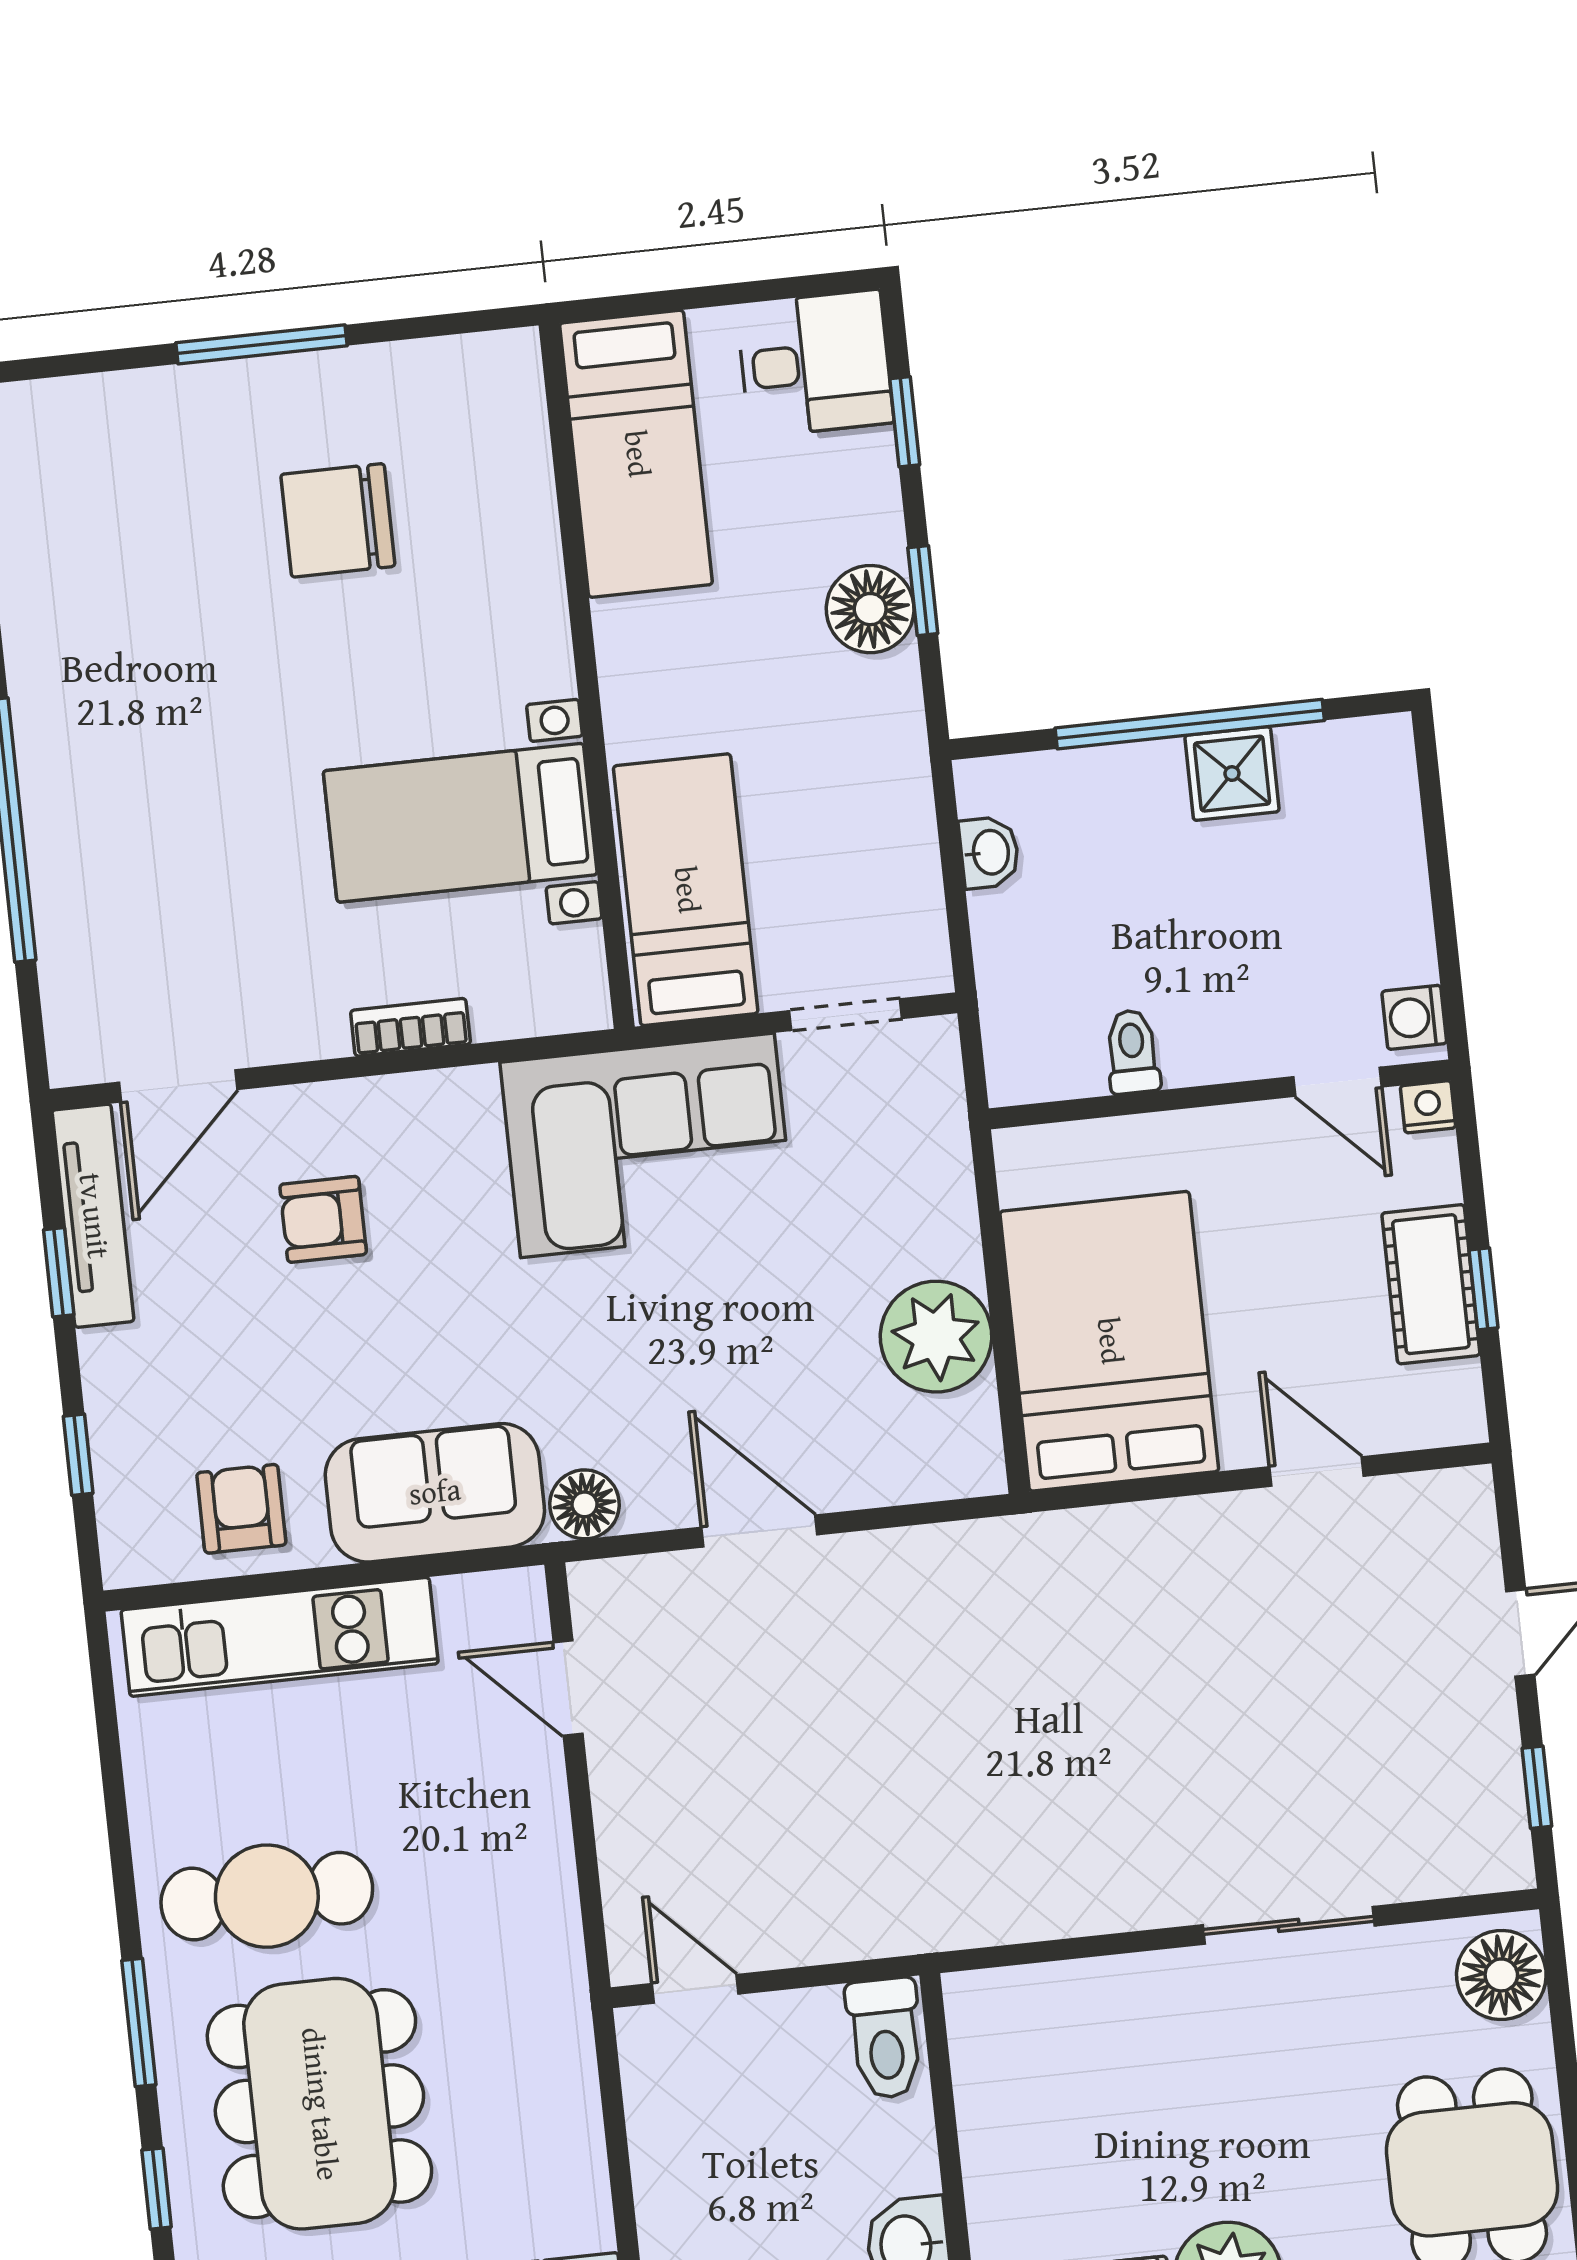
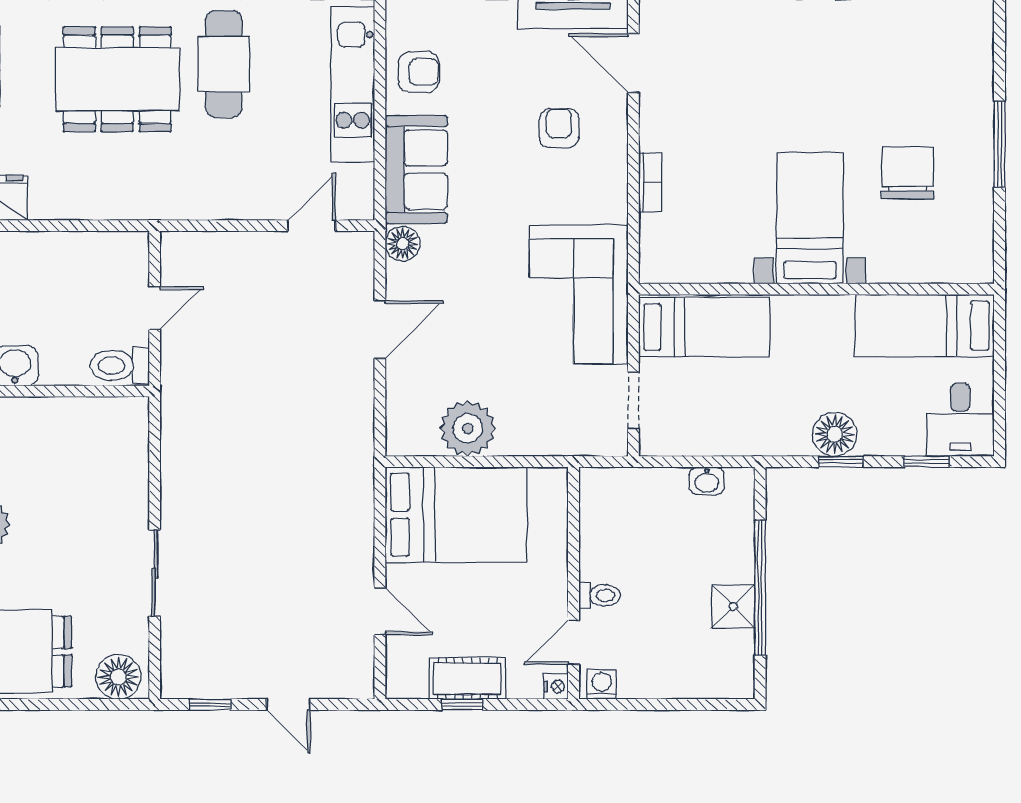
bed with nightstands: (460, 823) -> (810, 218), moved
toilet: (1132, 1052) -> (599, 595), moved
door: (1317, 1472) -> (380, 611), hinge flipped
door: (695, 1989) -> (155, 308), moved

